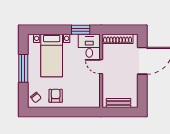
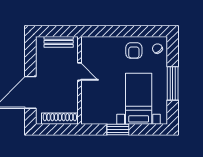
window: (81, 30) -> (118, 129), moved
desk: (89, 46) -> (94, 110), removed
door: (101, 67) -> (80, 72), moved

